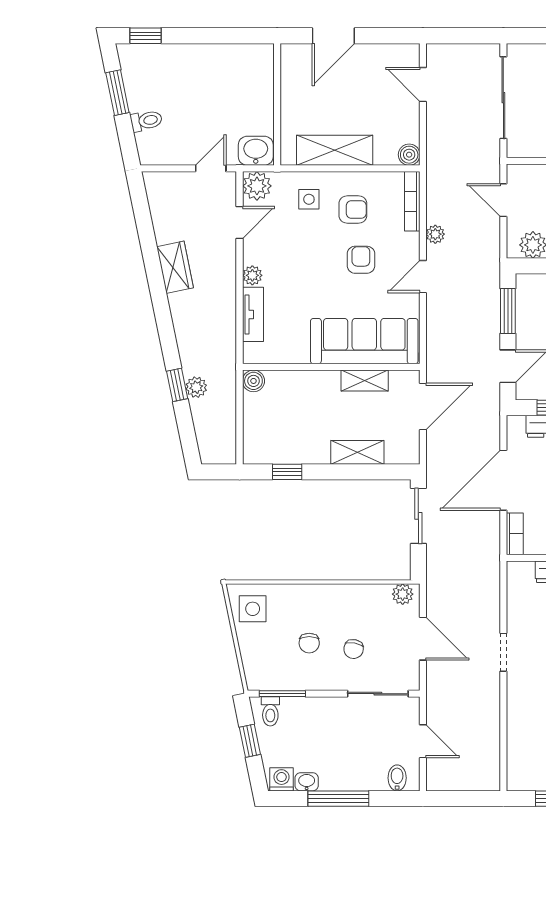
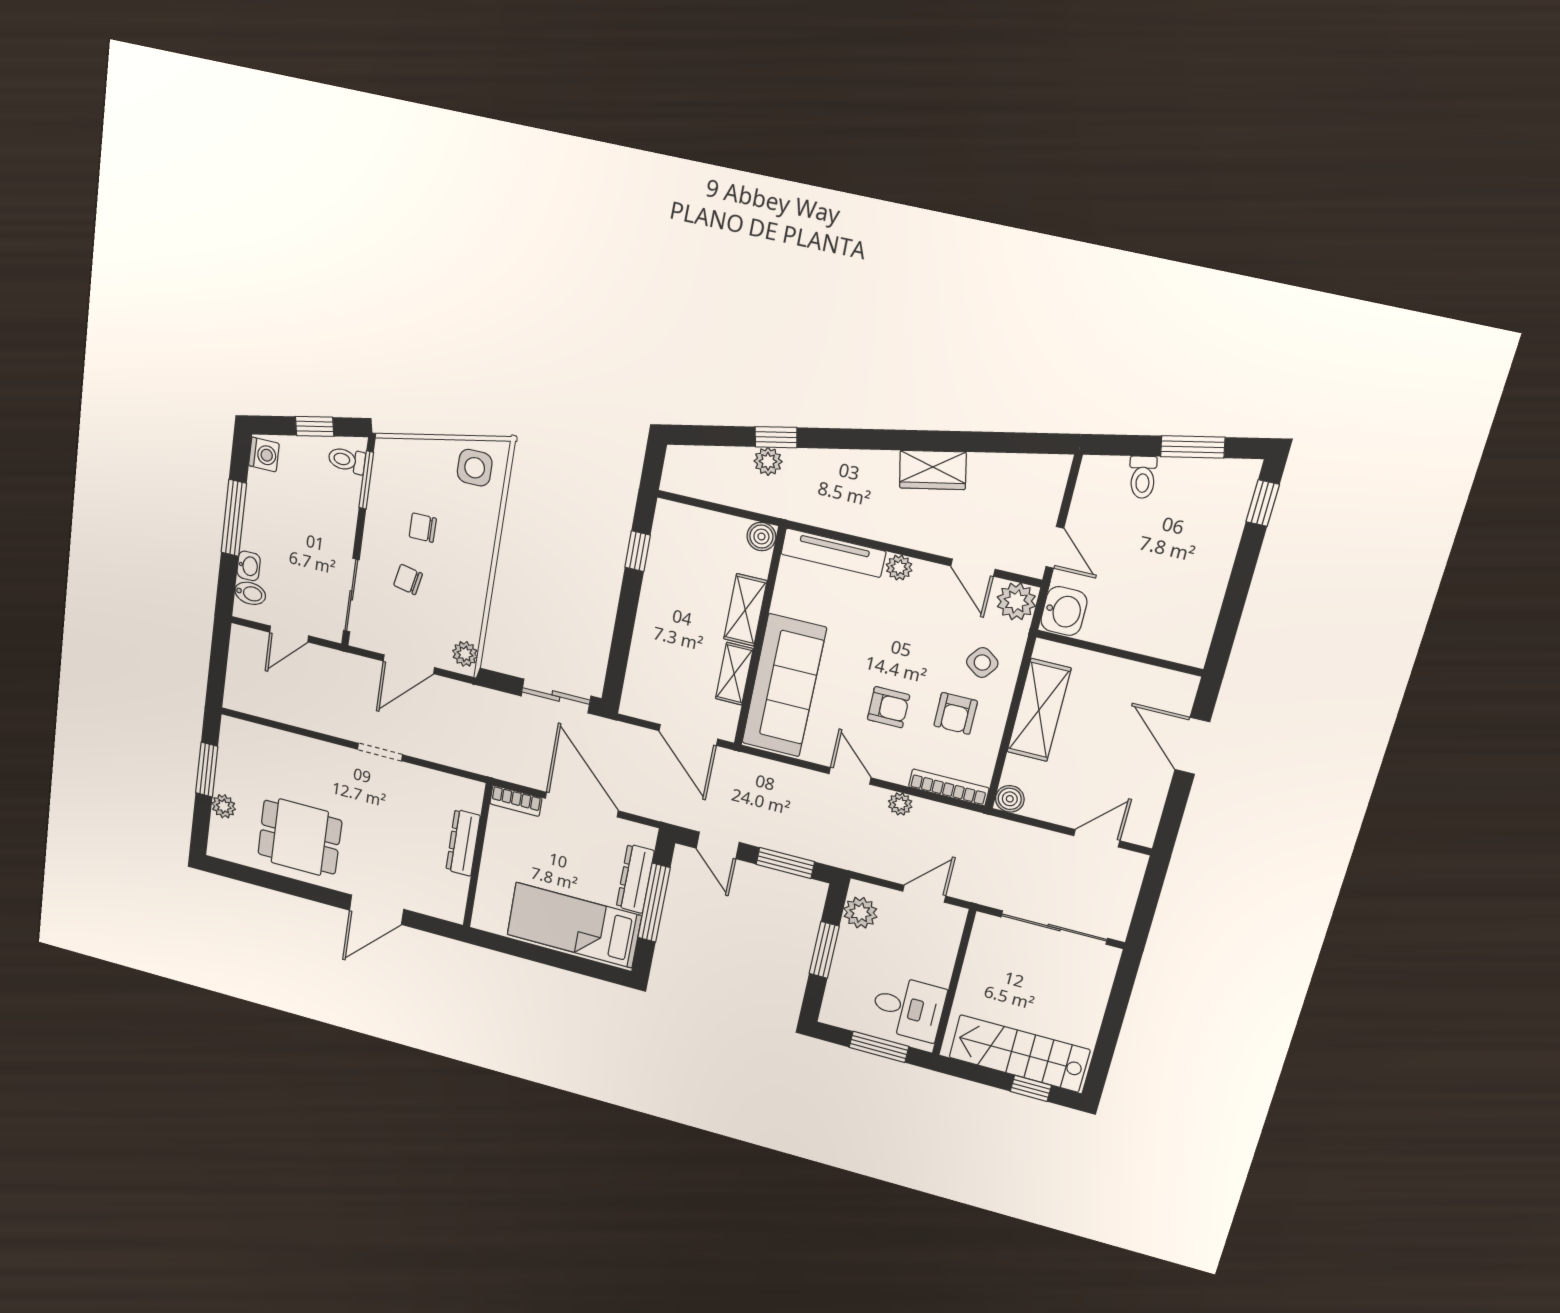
side table: (309, 199) -> (982, 663), turned 36
tv unit: (253, 314) -> (833, 553), width x1.41
shelving: (357, 452) -> (745, 610), moved
washbasin: (307, 782) -> (249, 566), moved

